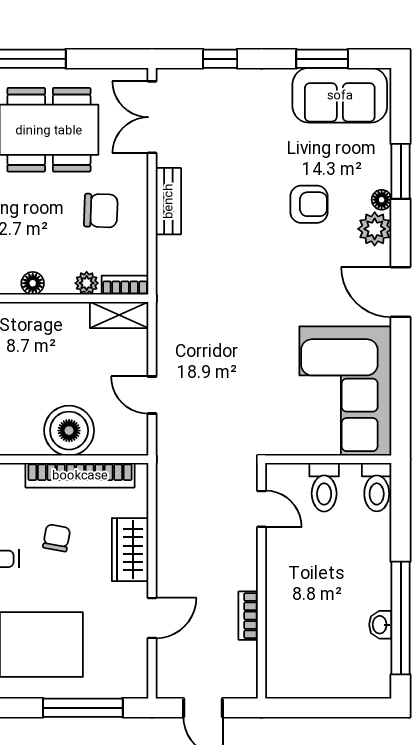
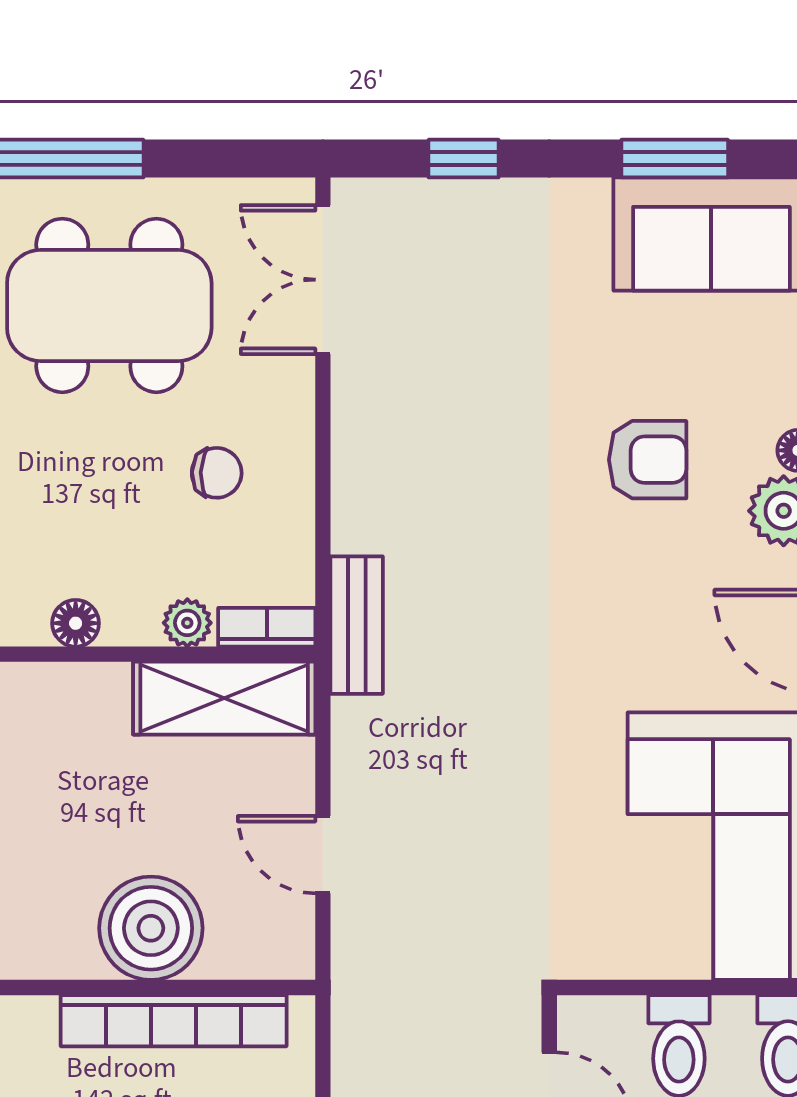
bench: (168, 201) -> (357, 625), moved
chair: (101, 211) -> (217, 473), width x0.73, depth x0.73
shelving: (119, 315) -> (224, 698), width x1.50, depth x1.33

